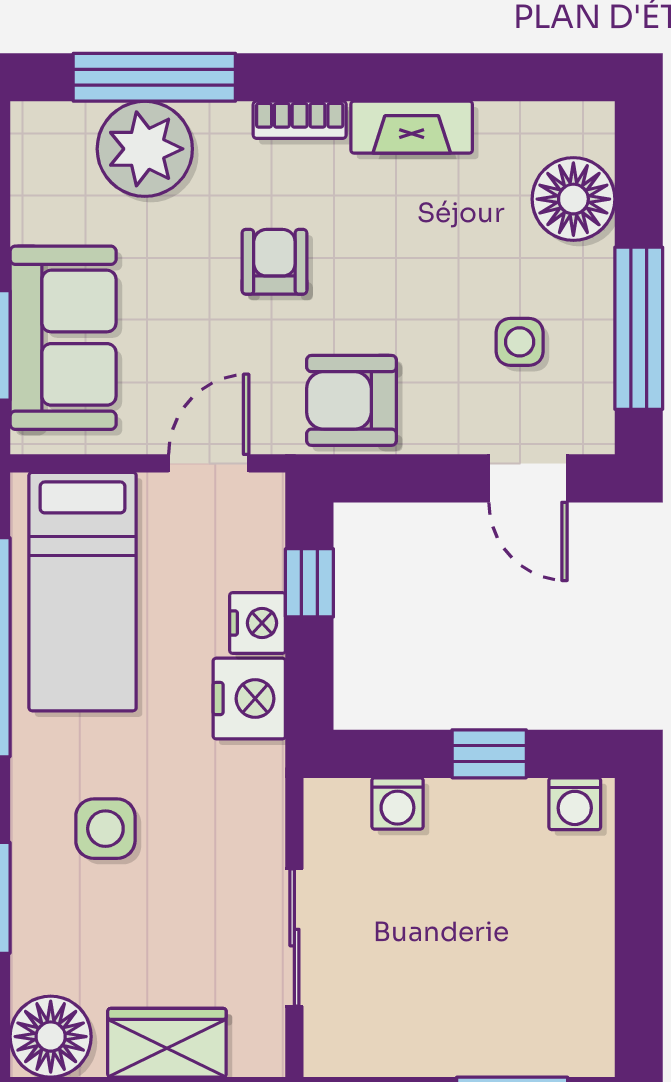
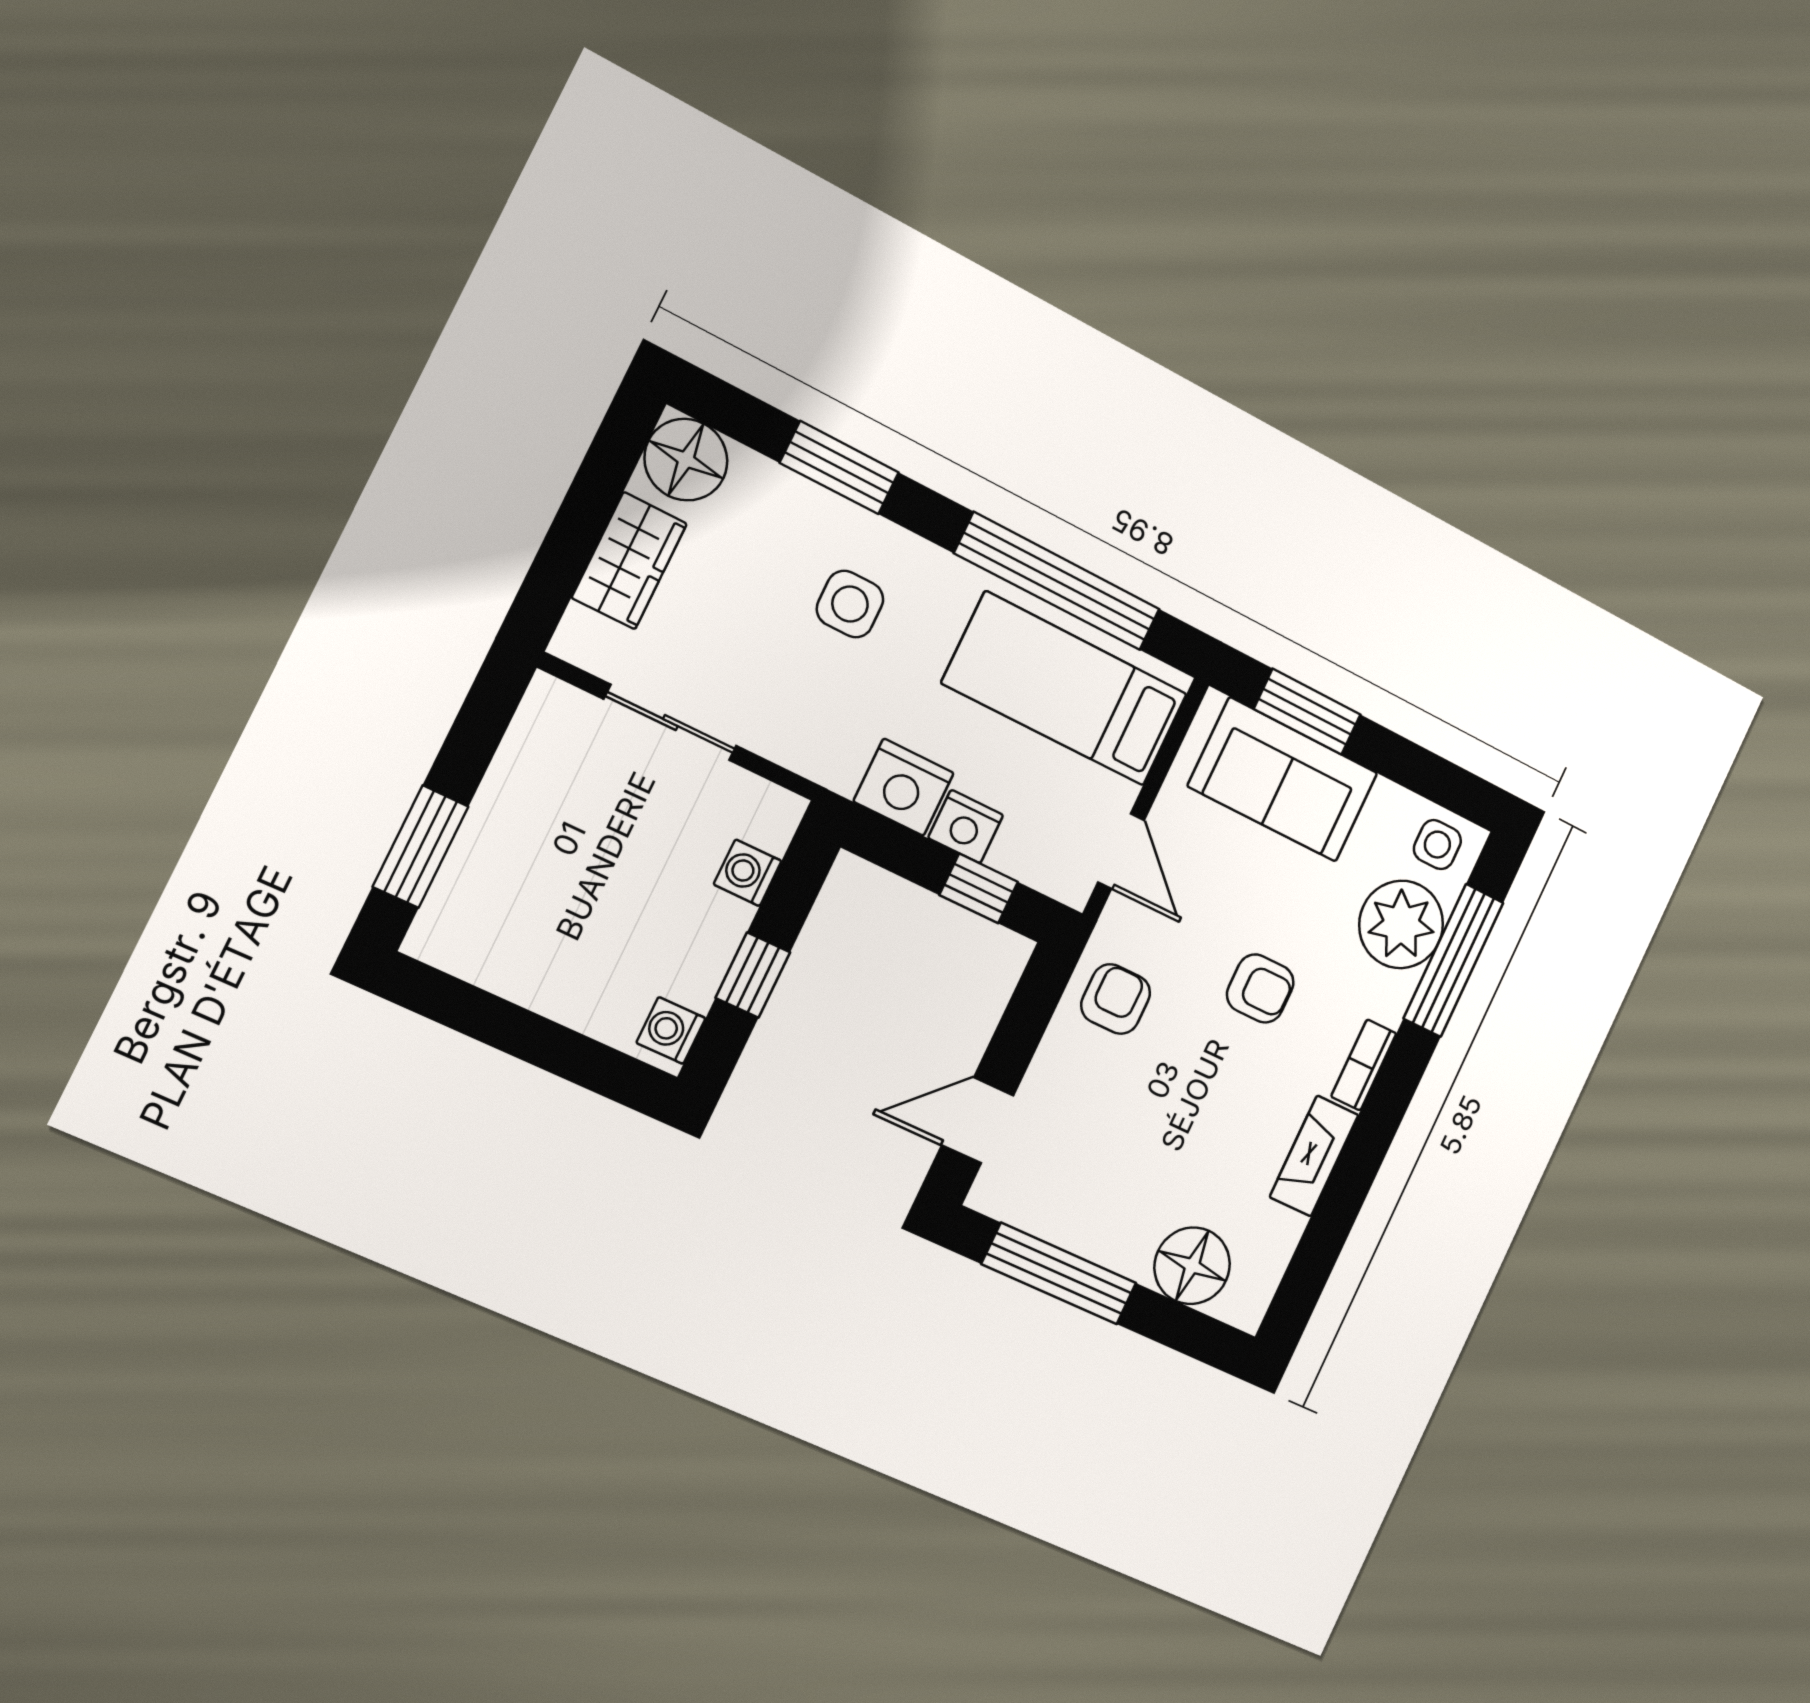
side table: (520, 342) -> (1437, 845), moved
armchair: (352, 400) -> (1116, 999), width x0.72, depth x0.72

